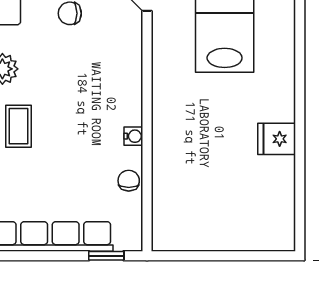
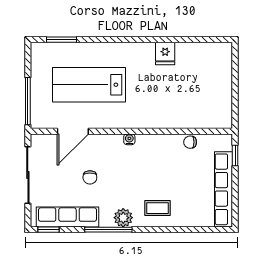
water cooler: (133, 136) -> (129, 139), moved

